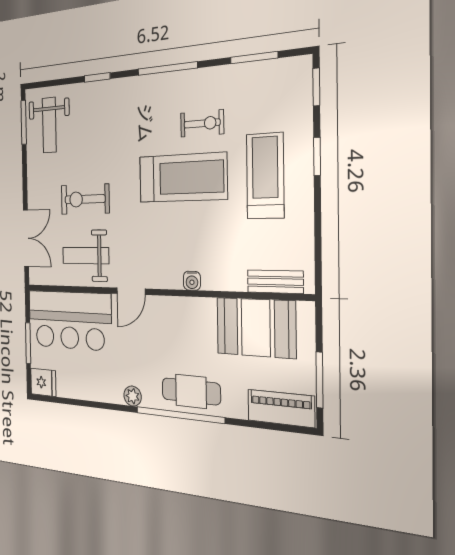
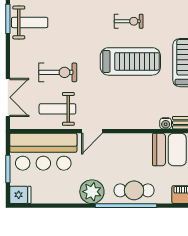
exercise bike: (202, 123) -> (129, 21), moved
weight bench: (49, 125) -> (30, 22), turned -90
exercise bike: (85, 199) -> (58, 72), turned 180
water cooler: (192, 281) -> (166, 123), moved
plant: (133, 396) -> (92, 192), width x1.88, depth x1.88

